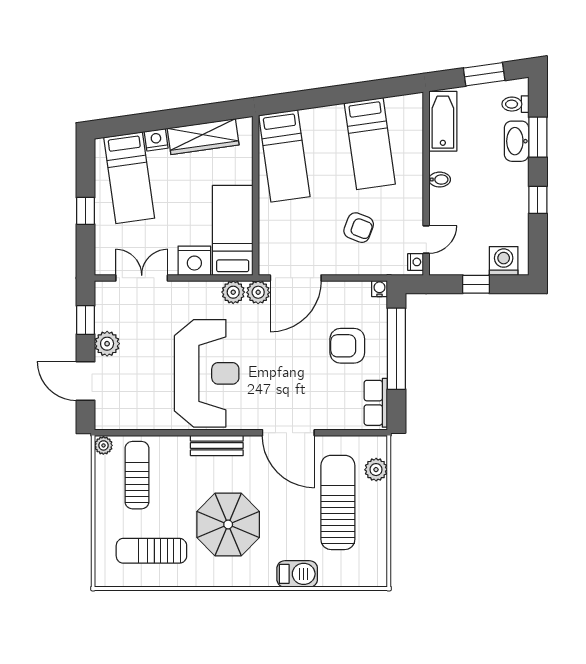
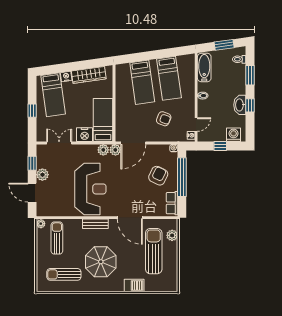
washbasin: (517, 141) -> (240, 105), moved
bed: (284, 156) -> (142, 82), moved
armchair: (347, 346) -> (158, 176), turned 116

